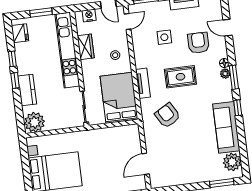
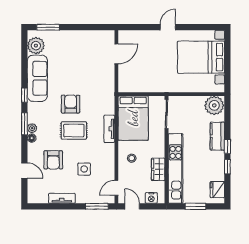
armchair: (168, 116) -> (71, 104), moved, turned -150

